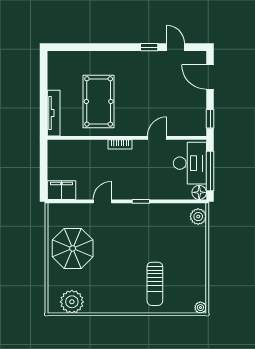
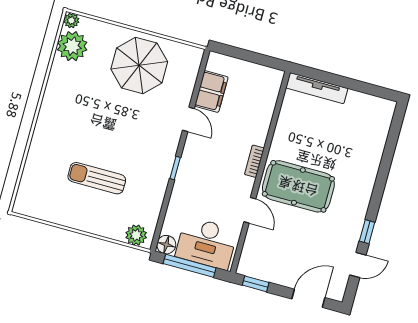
pool table: (99, 101) -> (298, 186), moved
filing cabinet: (61, 190) -> (211, 91), moved
sun lounger: (155, 284) -> (97, 178), moved
plant: (200, 308) -> (71, 20), moved

